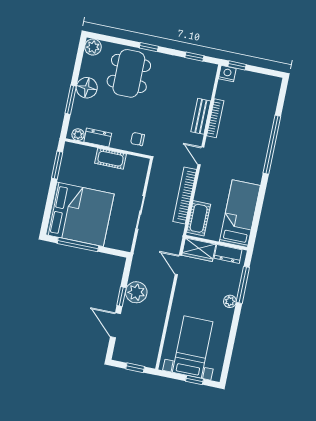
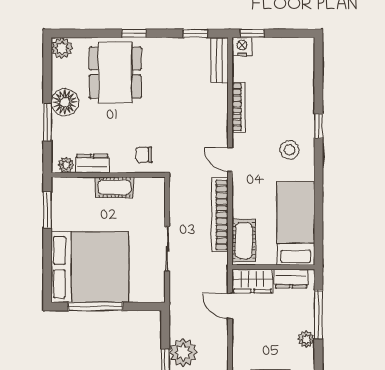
bench: (201, 116) -> (219, 60), moved
window: (272, 145) -> (318, 126), width x0.32
stool: (247, 158) -> (289, 150), added

